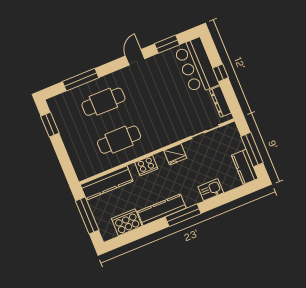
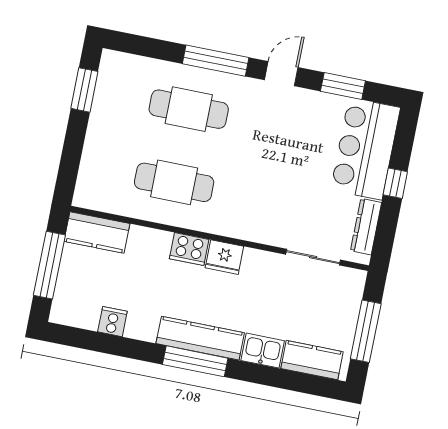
window: (81, 80) -> (216, 61), moved
fridge: (175, 154) -> (224, 257), moved
kitchen counter: (245, 167) -> (312, 360), moved, turned 90
kitchen counter: (107, 183) -> (97, 232), width x0.67
kitchen counter: (162, 210) -> (200, 338), moved
cooker: (127, 222) -> (112, 322), width x0.53, depth x0.76

